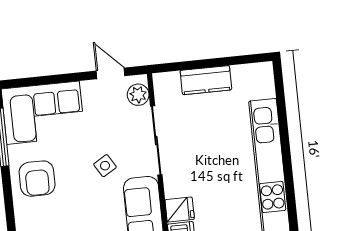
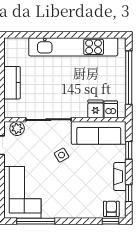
armchair: (37, 179) -> (65, 201), removed

